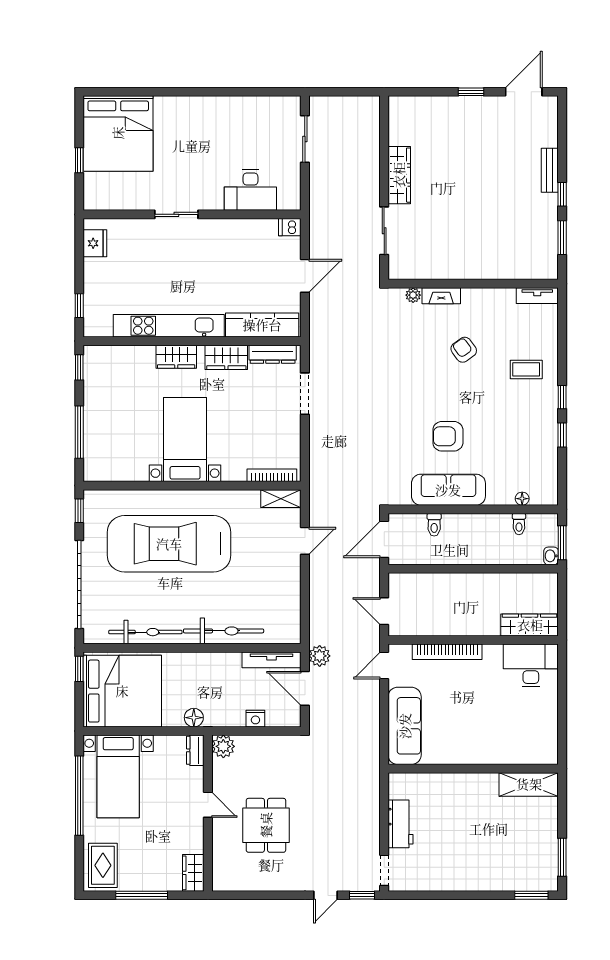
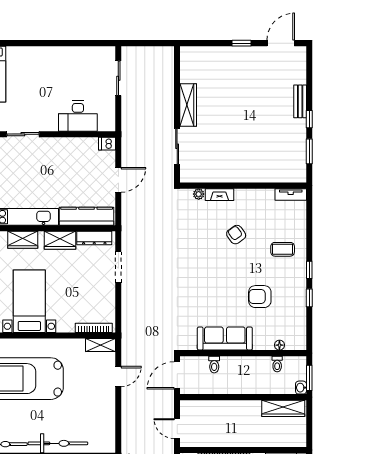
armchair: (448, 436) -> (260, 297), moved
wardrobe: (530, 625) -> (283, 408), moved, turned 180

